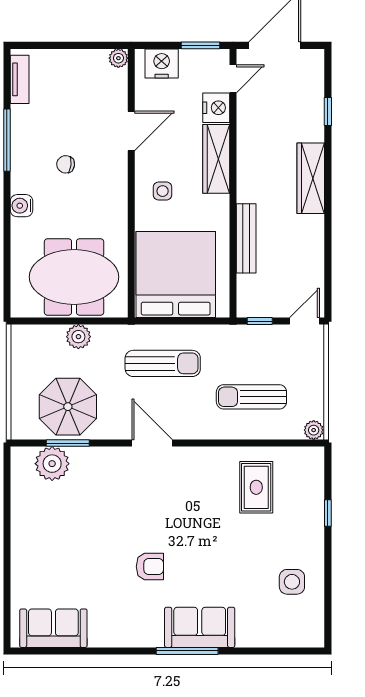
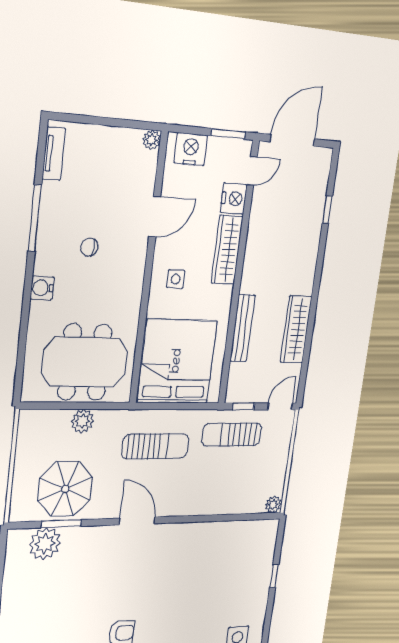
wardrobe: (311, 178) -> (296, 329), moved
sun lounger: (251, 397) -> (232, 435), moved
rug: (256, 487) -> (220, 557), removed

